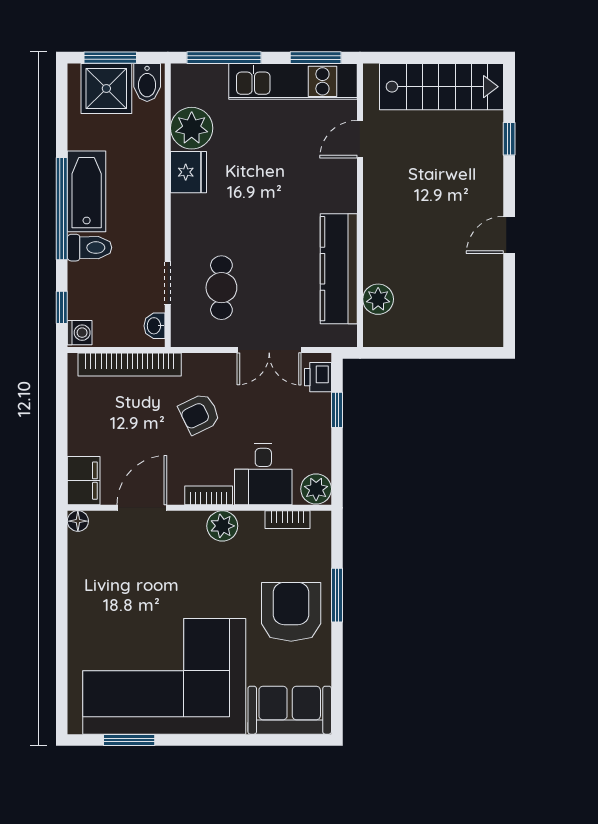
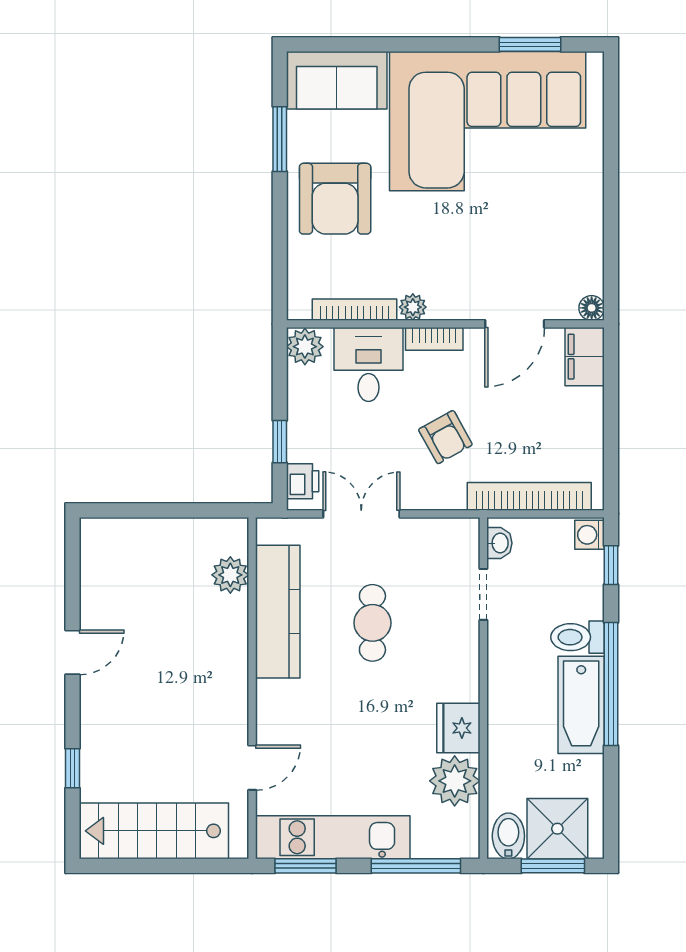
cafe table: (221, 288) -> (372, 623), moved
armchair: (199, 414) -> (445, 437), turned 87
bookcase: (287, 520) -> (355, 310), width x1.56
plant: (222, 526) -> (413, 307), width x0.73, depth x0.73
window: (337, 595) -> (280, 139), moved

